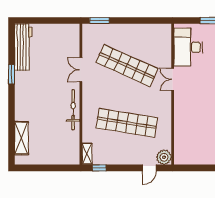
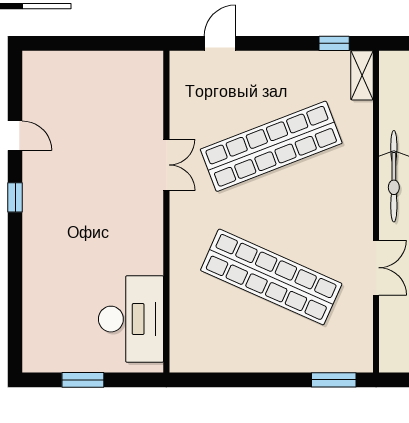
double door: (173, 79) -> (166, 165), moved
shop shelf: (127, 123) -> (271, 146), turned -30
plant: (164, 157) -> (186, 68), removed

